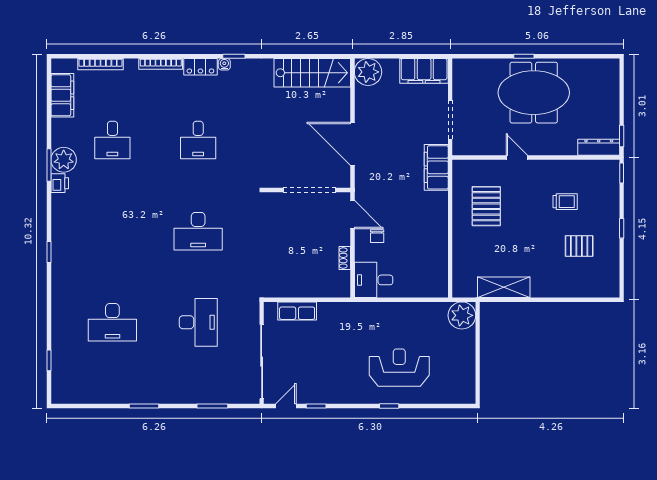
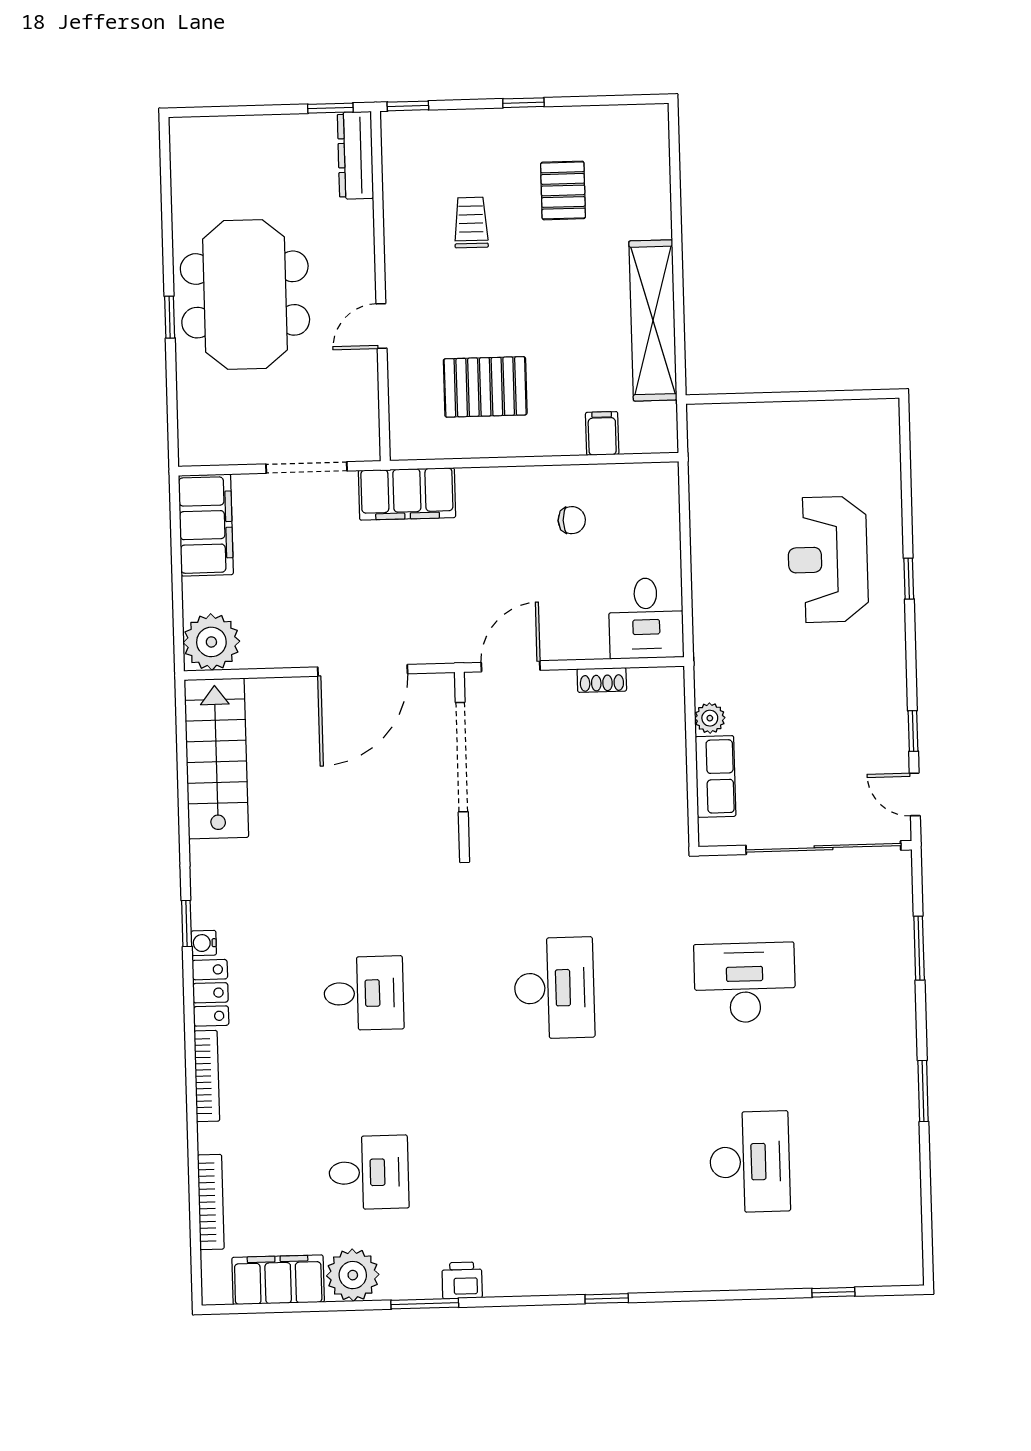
plant: (64, 160) -> (353, 1275), moved
chair: (377, 236) -> (572, 520), moved
filing cabinet: (463, 261) -> (602, 433), added
shelving: (504, 287) -> (653, 320), width x1.47
plant: (462, 315) -> (710, 718), moved, width x0.53, depth x0.53

